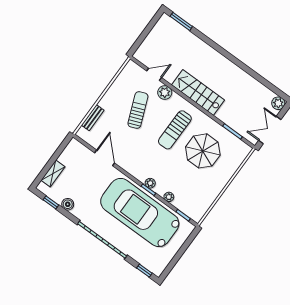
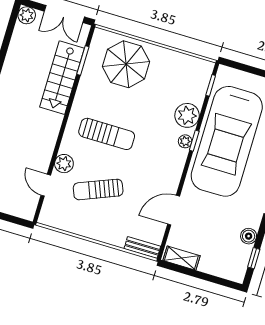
stairs: (198, 92) -> (62, 78), moved
bench: (93, 118) -> (142, 248), moved
parasol: (203, 151) -> (126, 64), moved
shelving: (53, 174) -> (181, 258), moved
plant: (169, 197) -> (187, 115), width x1.87, depth x1.87

